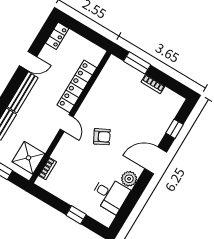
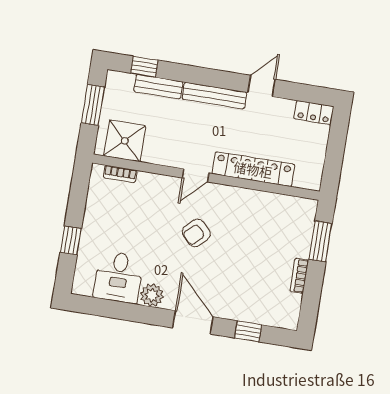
door: (28, 61) -> (262, 86), swing flipped
armchair: (102, 137) -> (196, 233), turned 72

